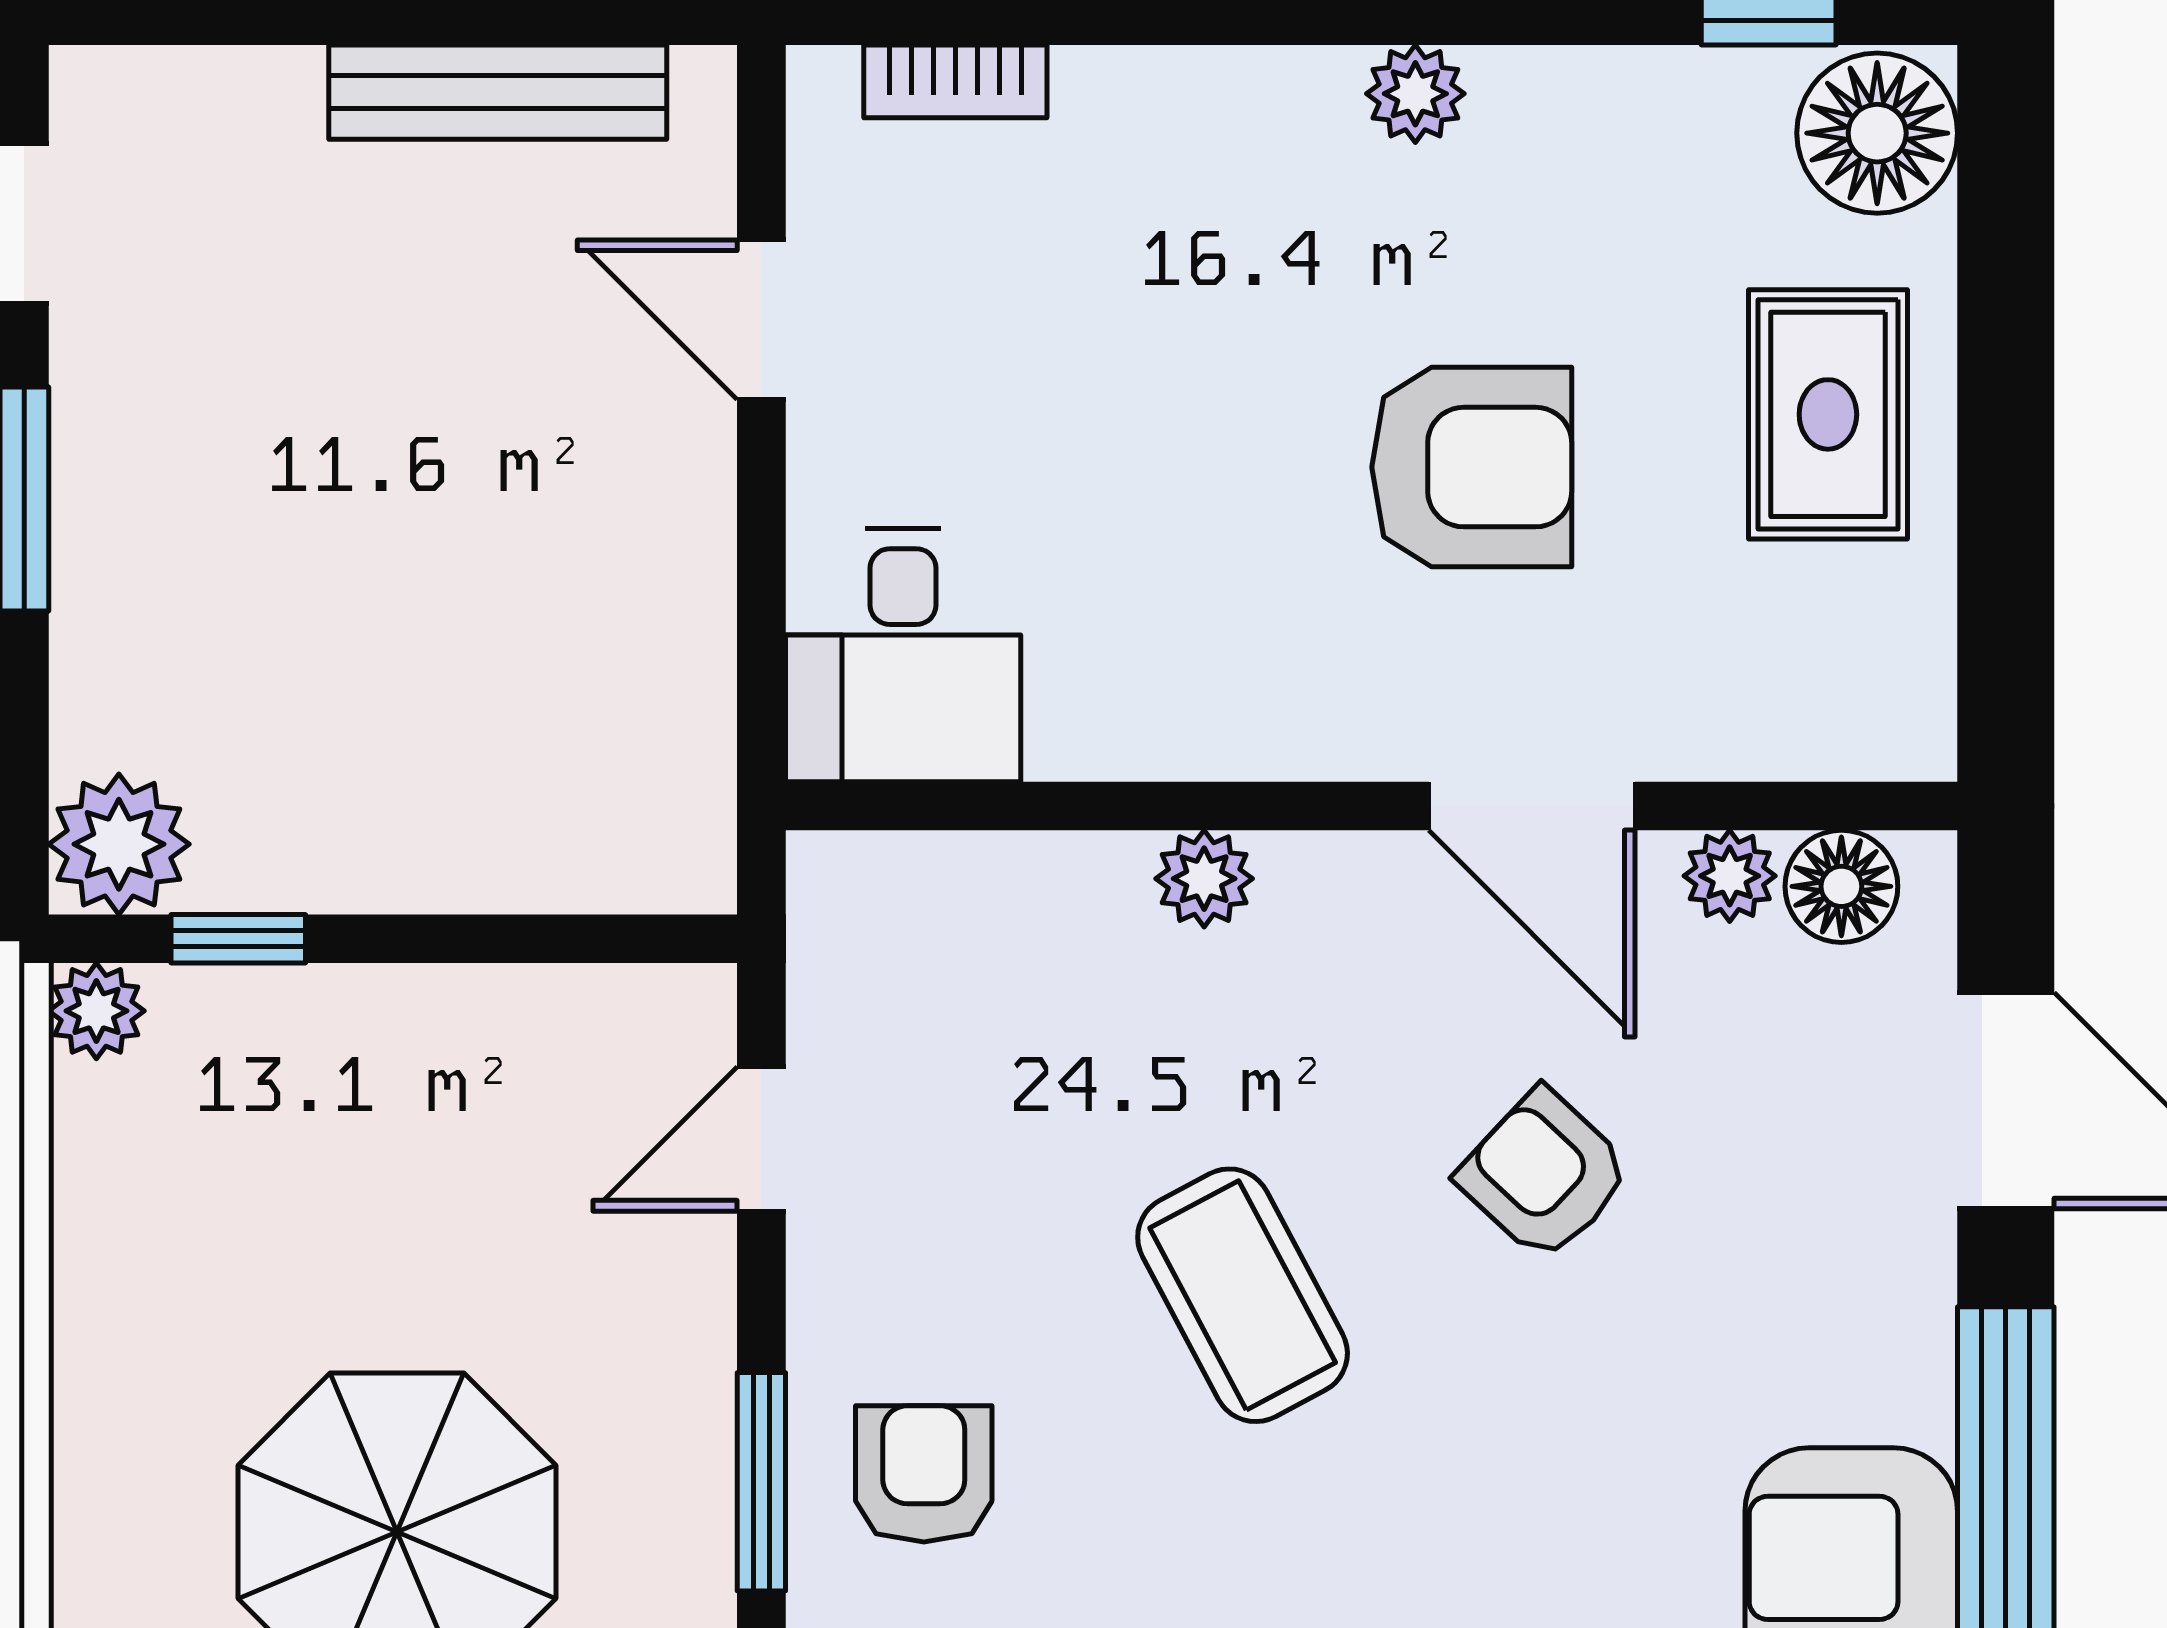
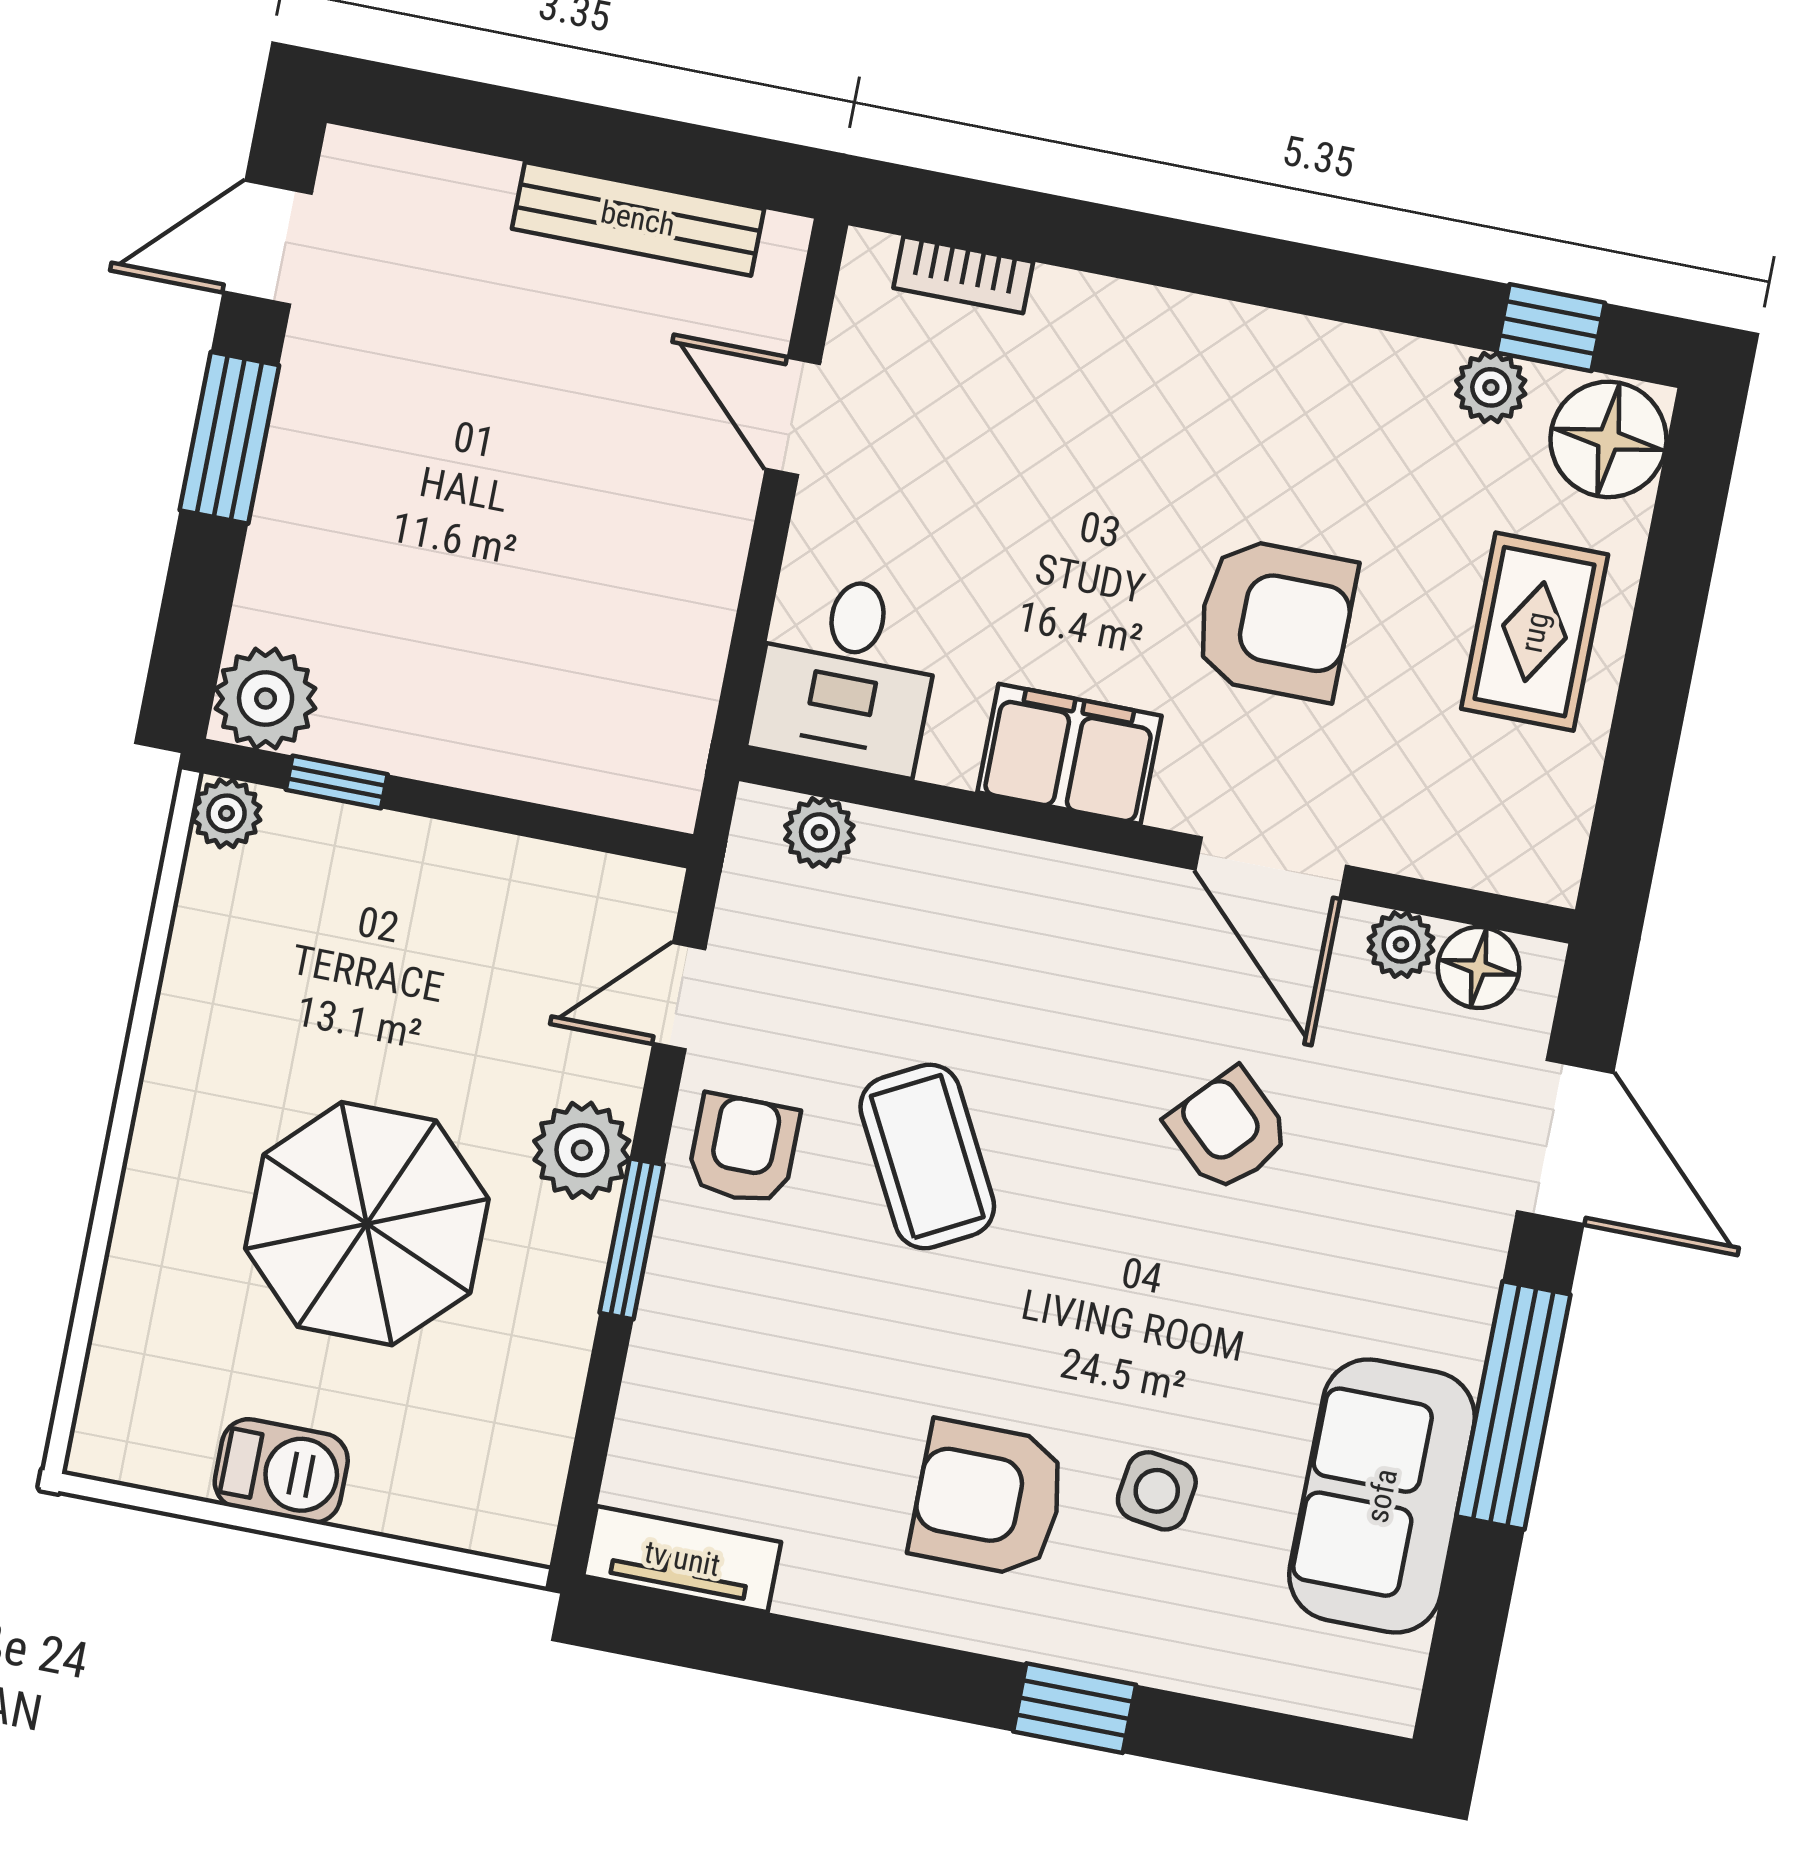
plant: (1415, 94) -> (1491, 387), moved
filing cabinet: (1228, 705) -> (1069, 754), added
plant: (1204, 879) -> (819, 832), moved
coffee table: (1243, 1295) -> (927, 1156), moved
plant: (670, 1375) -> (582, 1150), added
armchair: (924, 1474) -> (743, 1149), moved

